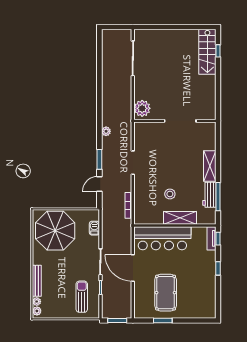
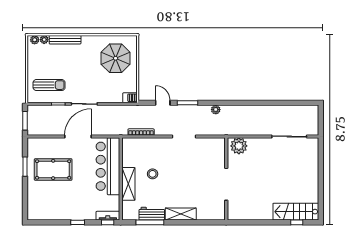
barbecue: (94, 228) -> (130, 98), moved
parasol: (55, 231) -> (116, 58), width x0.73, depth x0.73

